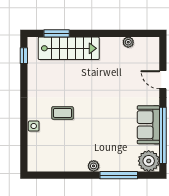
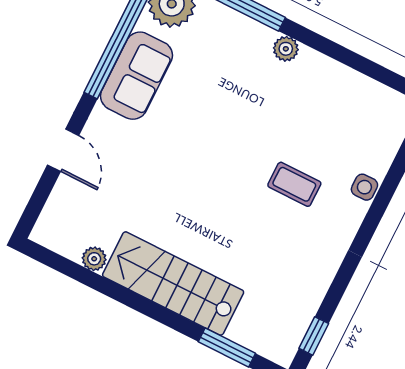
stairs: (69, 48) -> (173, 284), moved

